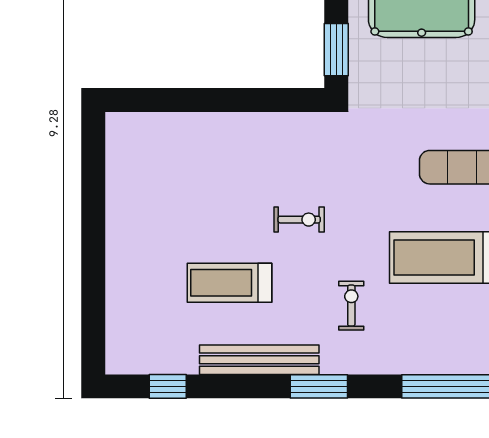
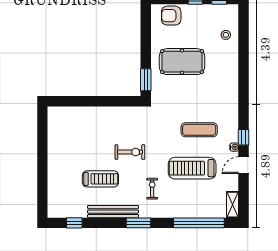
exercise bike: (299, 220) -> (130, 152), width x1.38, depth x1.39
treadmill: (230, 283) -> (100, 179), turned 180

